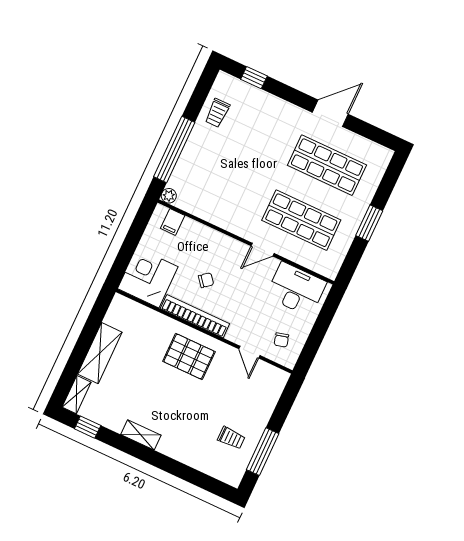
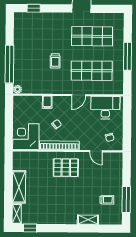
trolley: (217, 113) -> (55, 61), moved
filing cabinet: (173, 222) -> (47, 102), moved
window: (369, 223) -> (128, 56), width x1.44
shelving: (141, 435) -> (88, 220), moved

